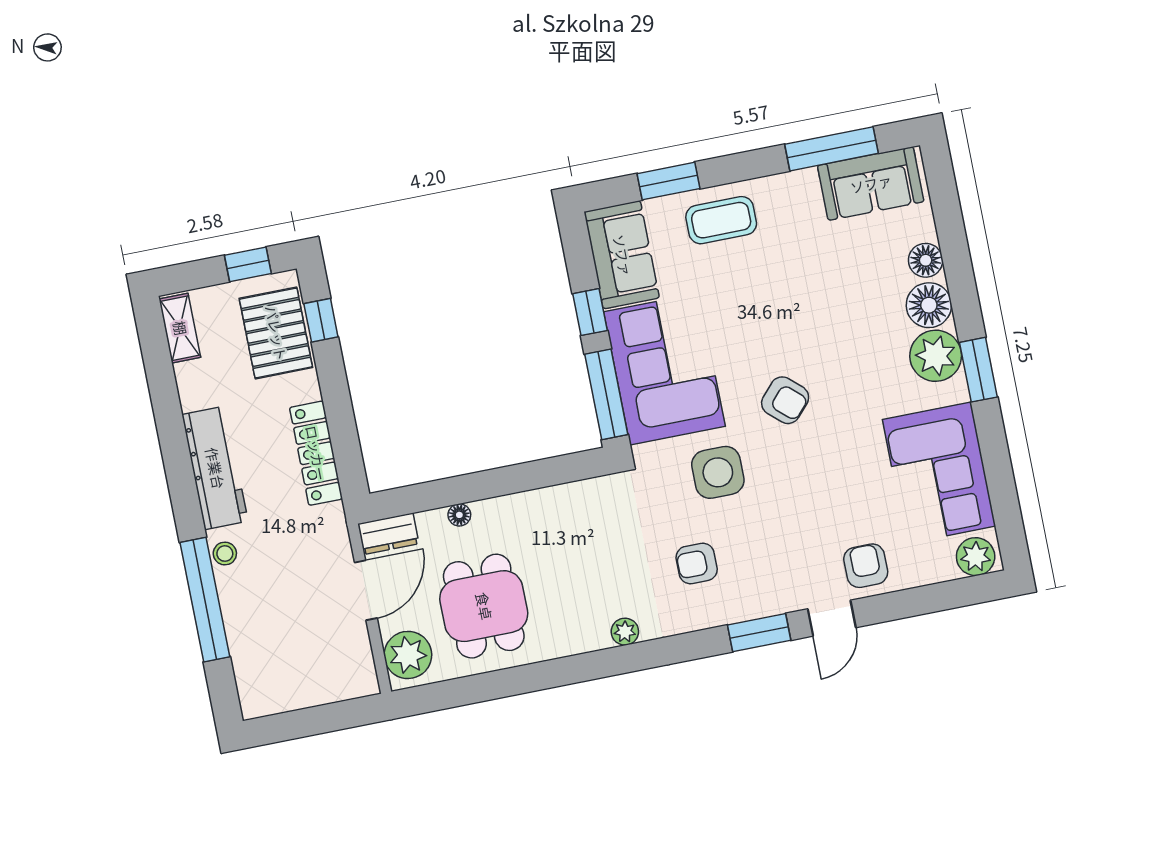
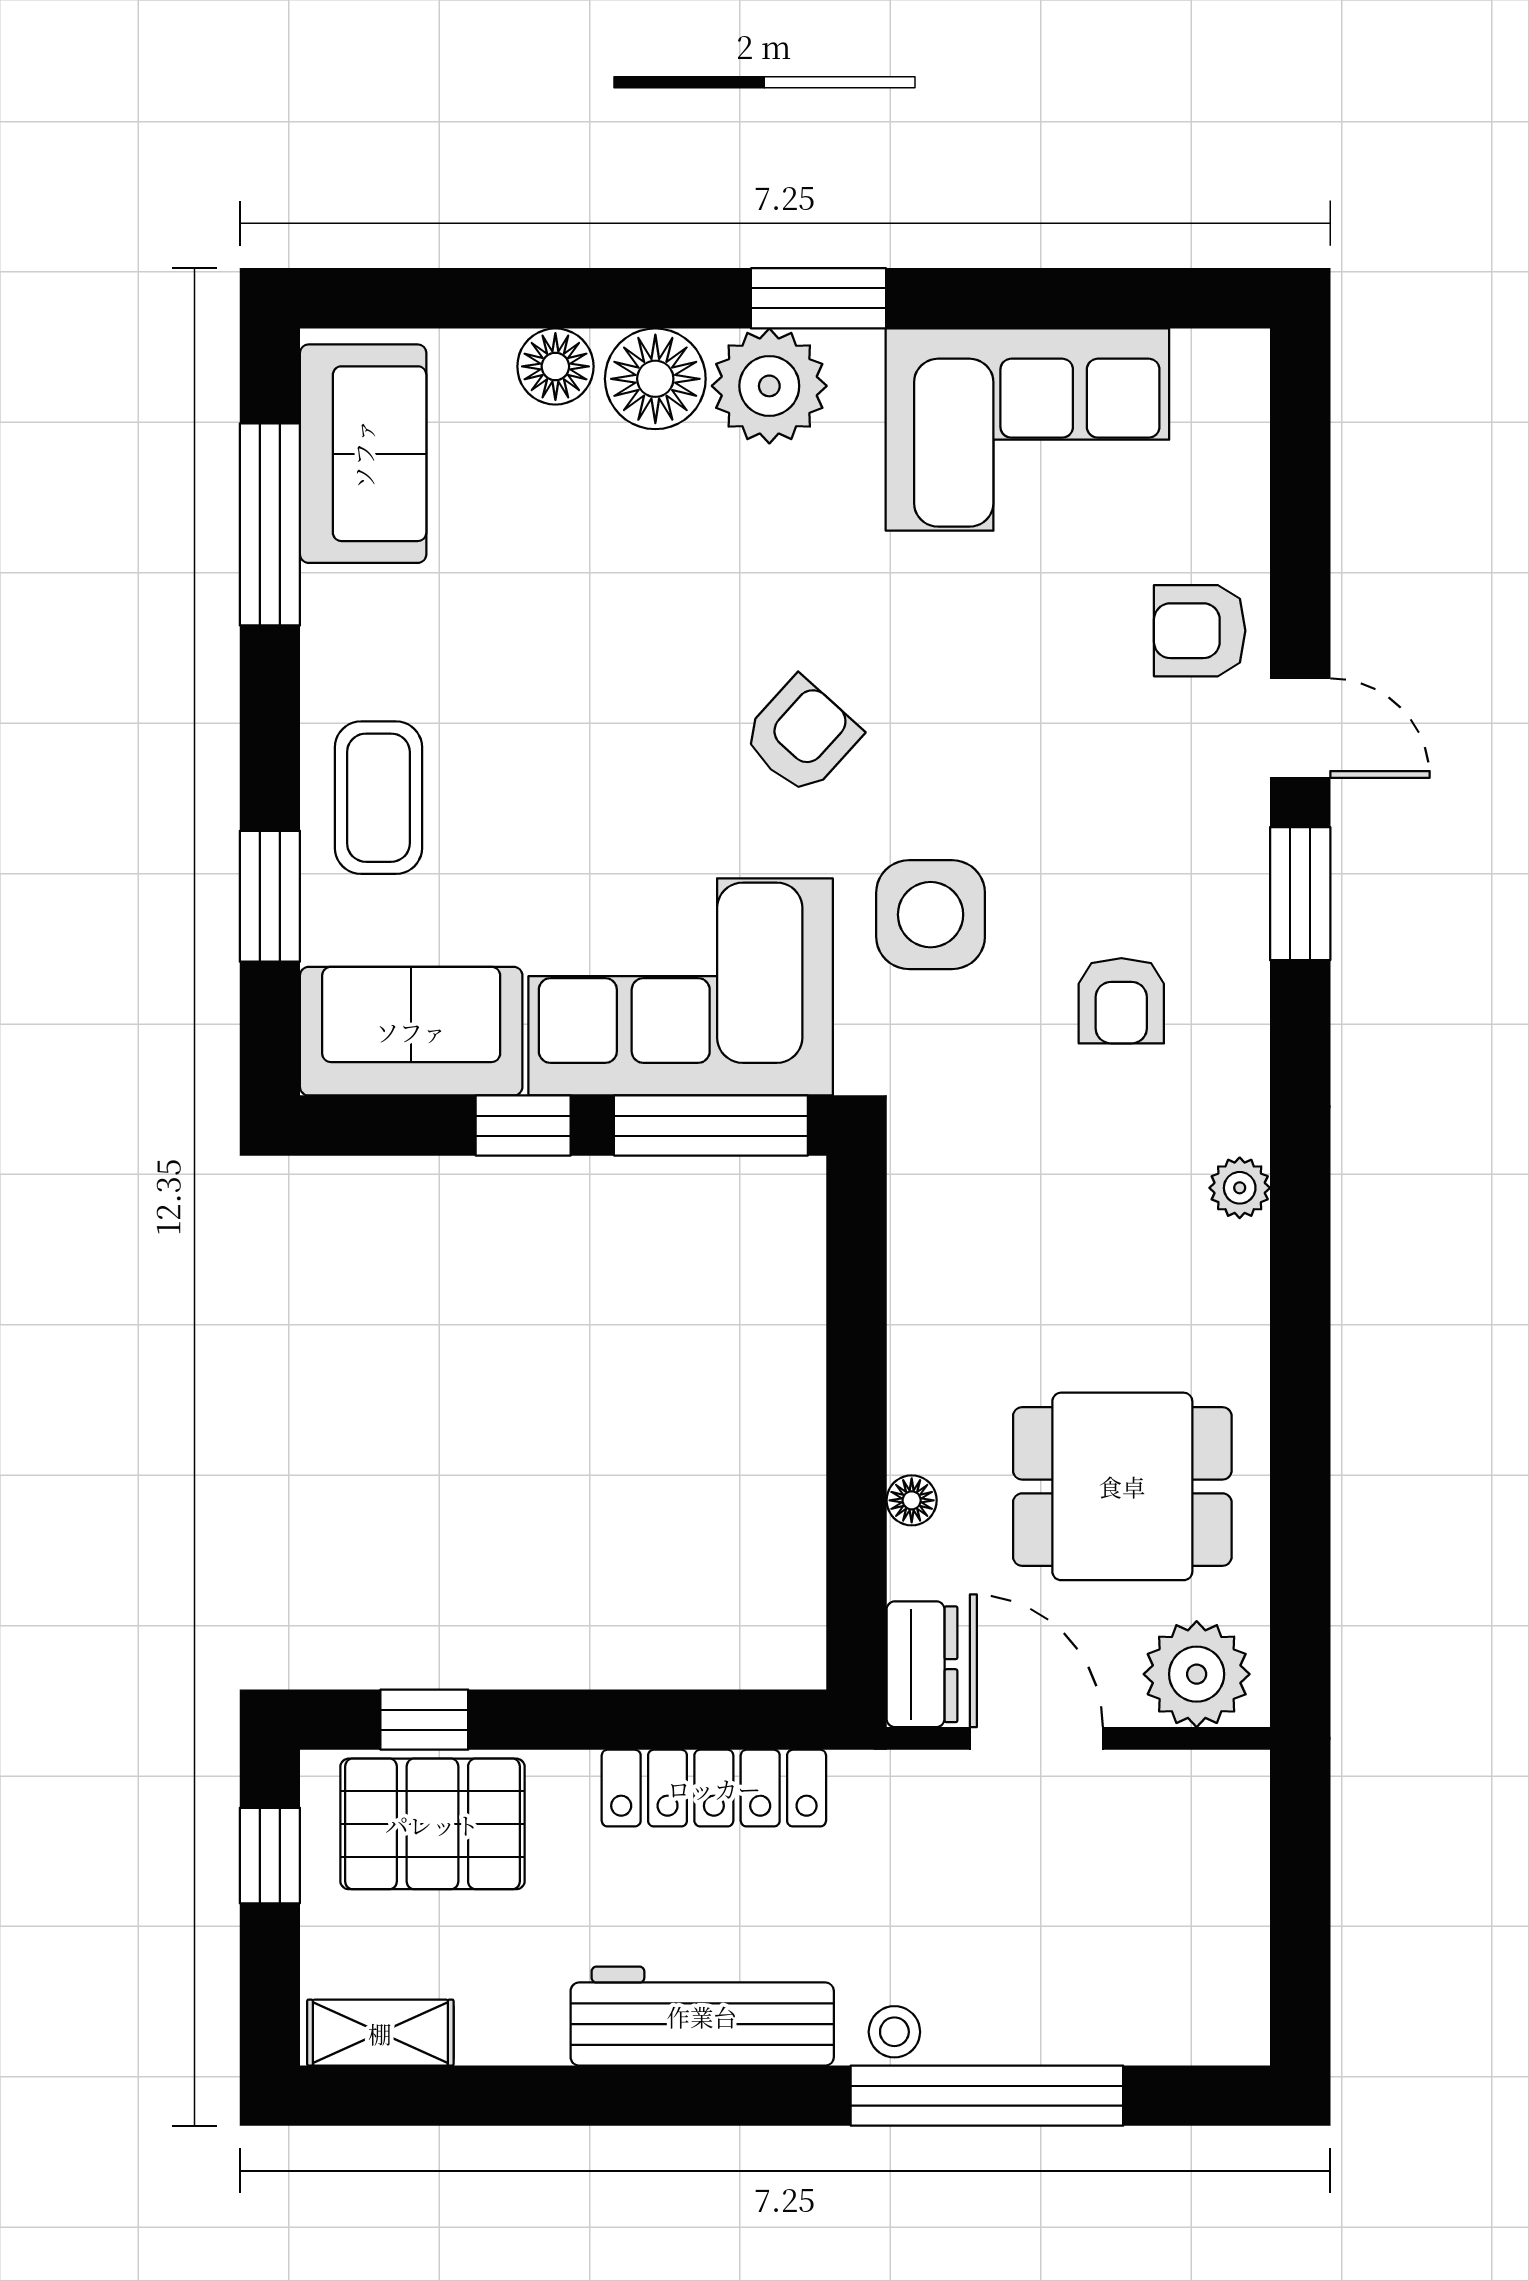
plant: (976, 557) -> (1227, 386), removed

